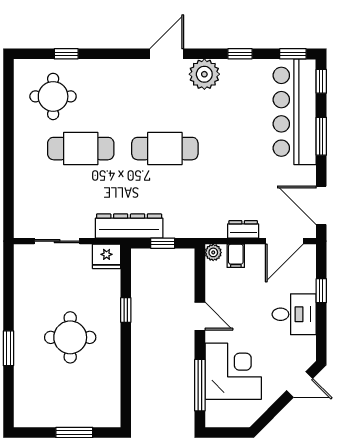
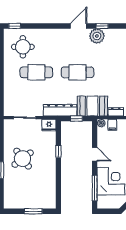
window: (66, 54) -> (15, 26), moved
window: (240, 54) -> (102, 26), moved
booth: (195, 217) -> (92, 106), added
round table: (70, 337) -> (23, 159), moved, turned -37

